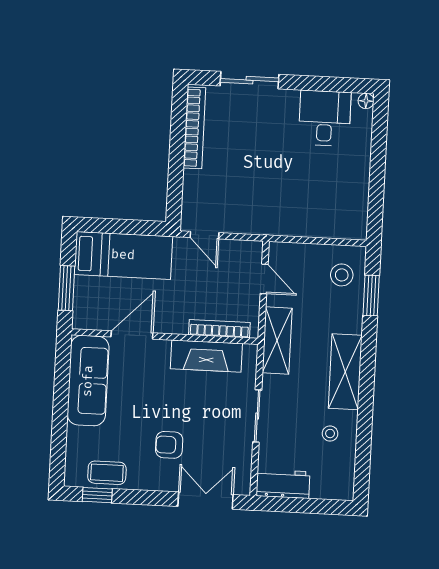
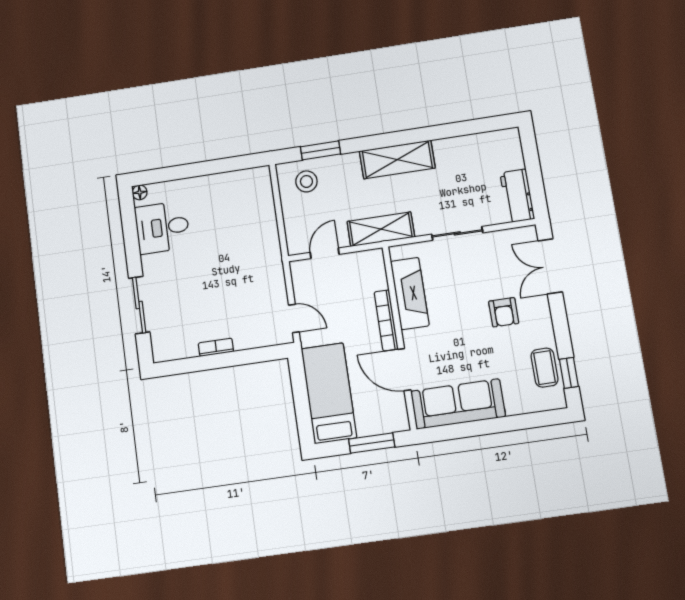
bookcase: (194, 128) -> (216, 347), width x0.43, depth x0.76
door: (204, 235) -> (294, 318), hinge flipped
bookcase: (219, 329) -> (386, 320), moved
stool: (330, 434) -> (459, 162), removed

